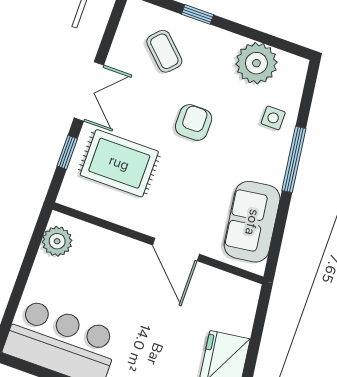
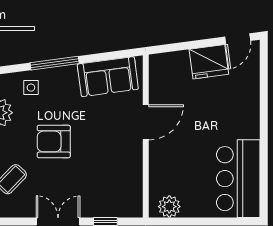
armchair: (194, 122) -> (54, 141), width x1.38, depth x1.38
rug: (119, 163) -> (100, 183), removed

